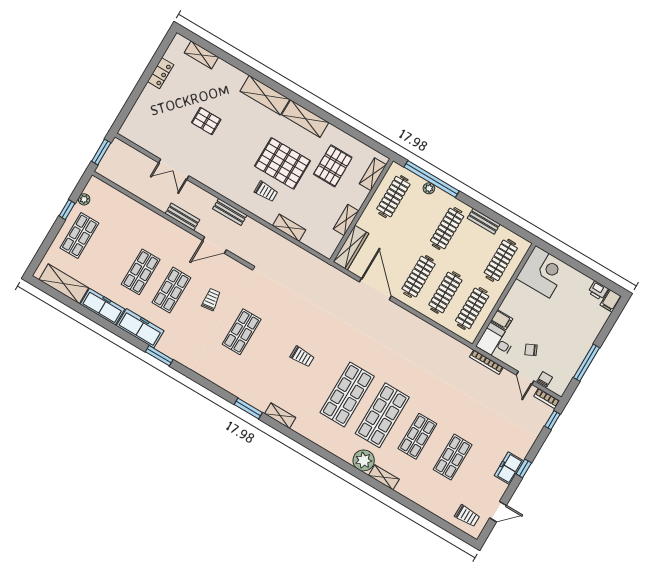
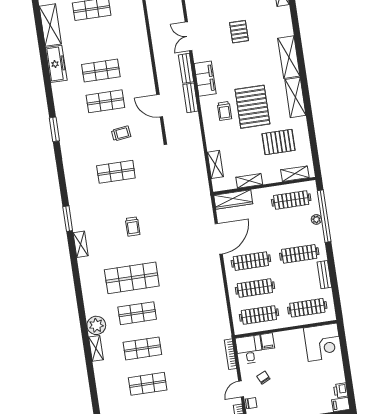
filing cabinet: (223, 185) -> (205, 79), added
bench: (183, 217) -> (186, 68), moved
shelving: (289, 228) -> (215, 164), moved
freezer: (140, 328) -> (62, 101), removed
shop shelf: (382, 415) -> (137, 313), width x0.70, depth x0.74

